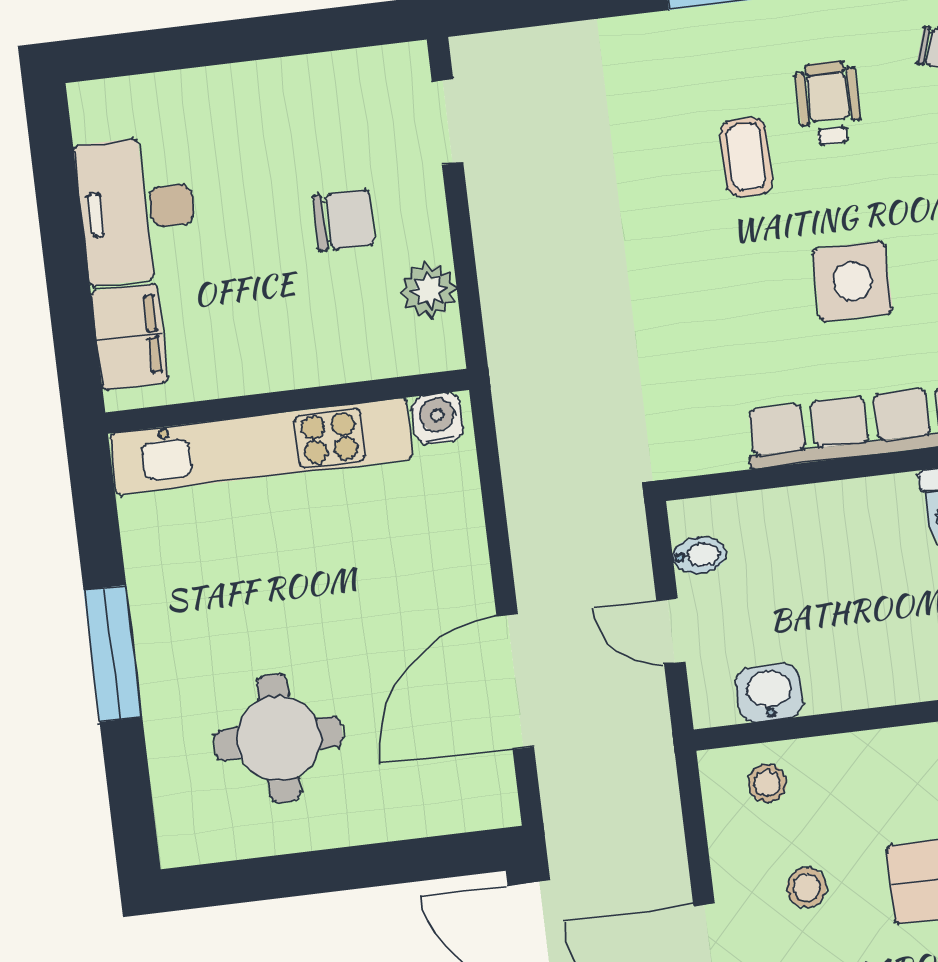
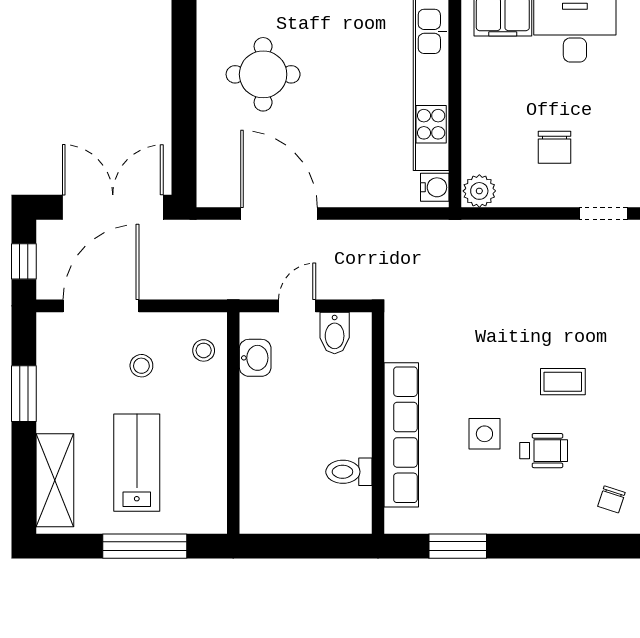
wheelchair: (829, 103) -> (544, 451), moved
side table: (852, 281) -> (484, 434), width x0.73, depth x0.73
plant: (428, 290) -> (479, 191), moved
bidet: (699, 555) -> (335, 333), width x1.38, depth x1.36

